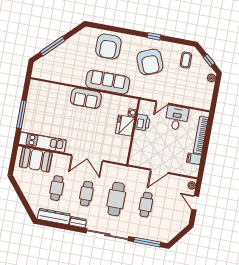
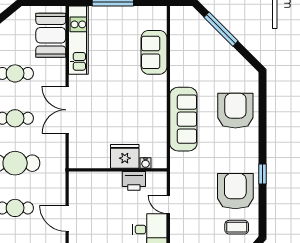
armchair: (108, 46) -> (235, 111), turned 90
armchair: (150, 62) -> (235, 191), moved, turned 112
sofa: (86, 98) -> (154, 52), moved

